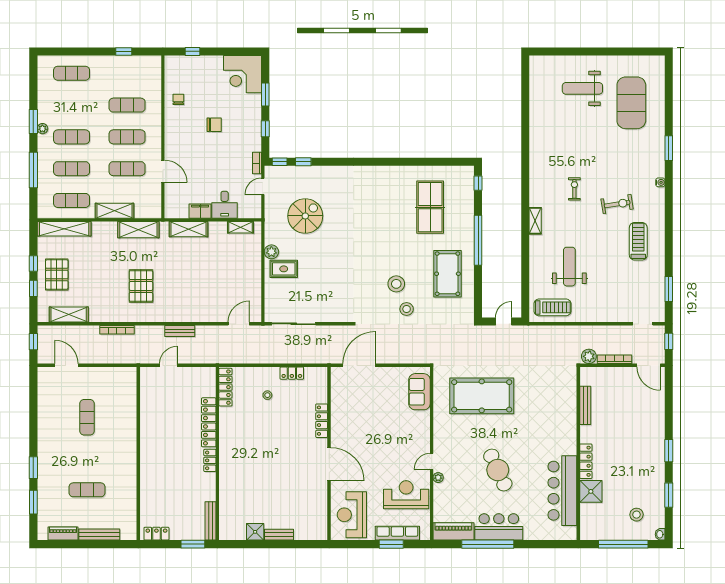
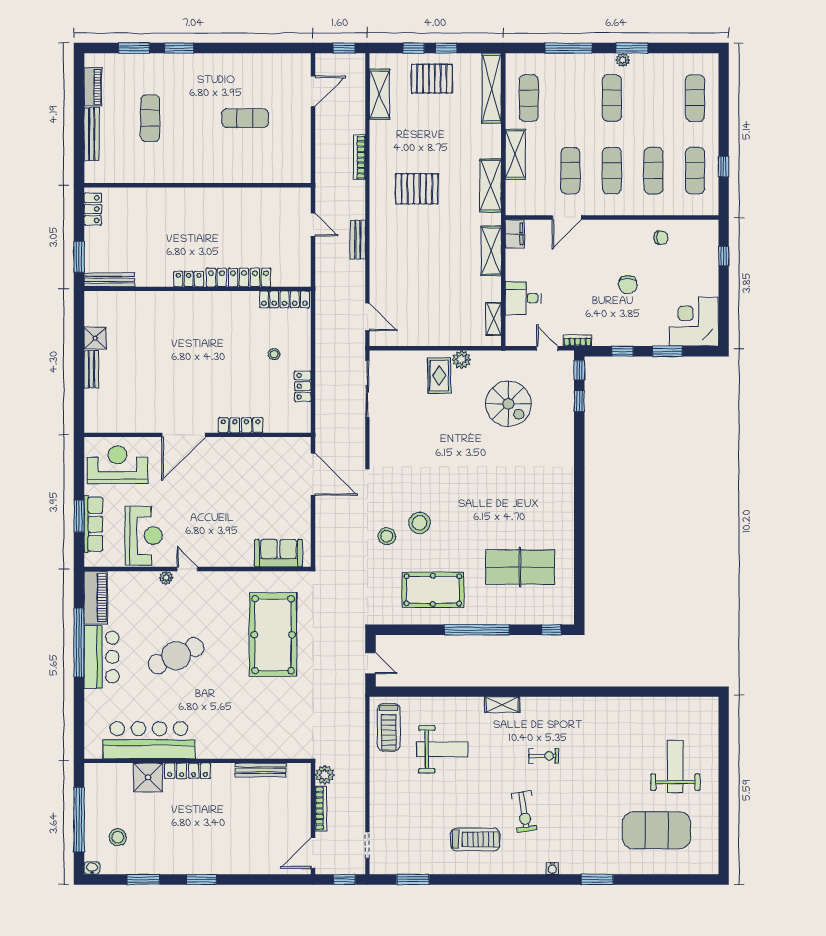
exercise mat: (72, 169) -> (695, 171), moved
filing cabinet: (200, 211) -> (515, 234), moved

